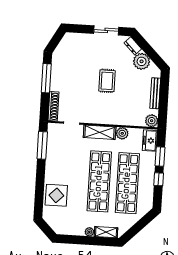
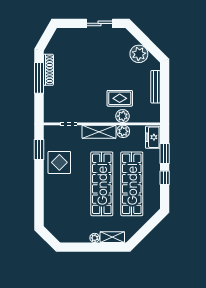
dresser: (133, 46) -> (129, 38), removed
rug: (107, 81) -> (120, 98), moved, turned 90
shoe rack: (53, 106) -> (48, 70), moved
plant: (152, 121) -> (123, 116), moved
window: (42, 145) -> (39, 149), width x0.69
display table: (56, 195) -> (59, 162), moved

